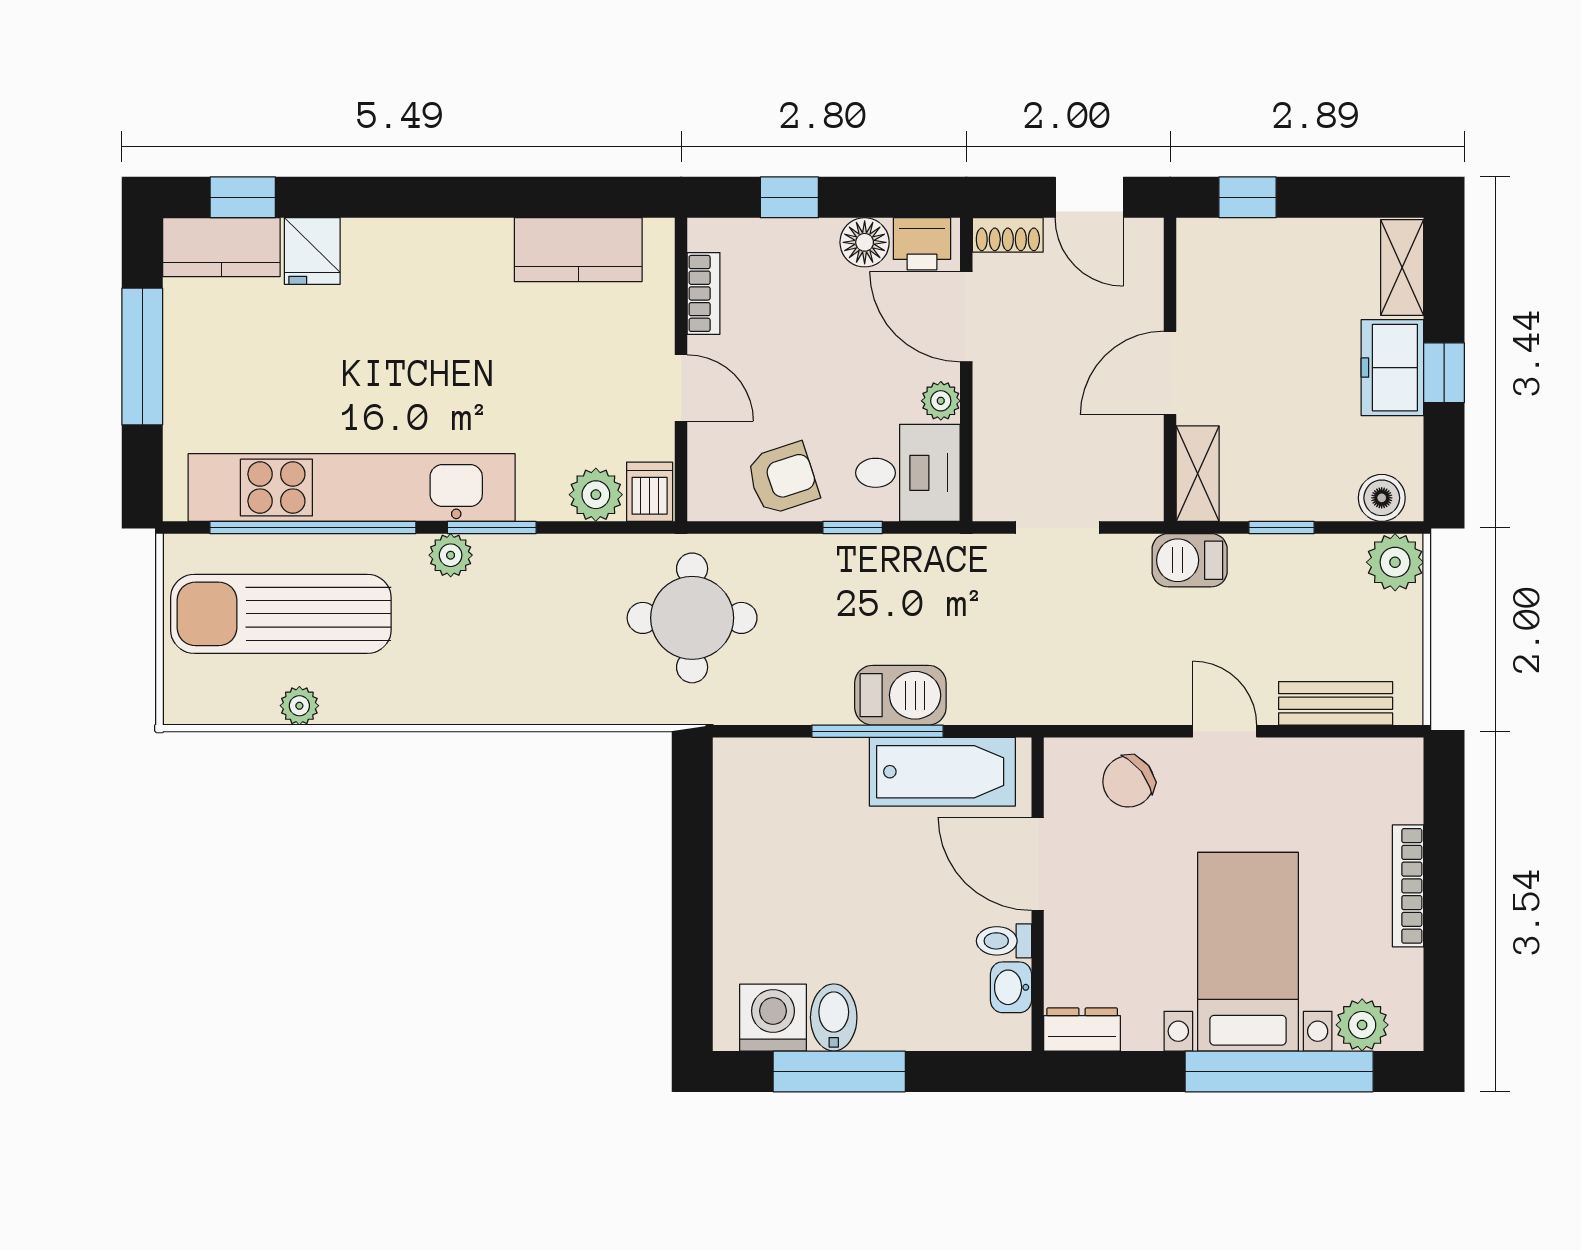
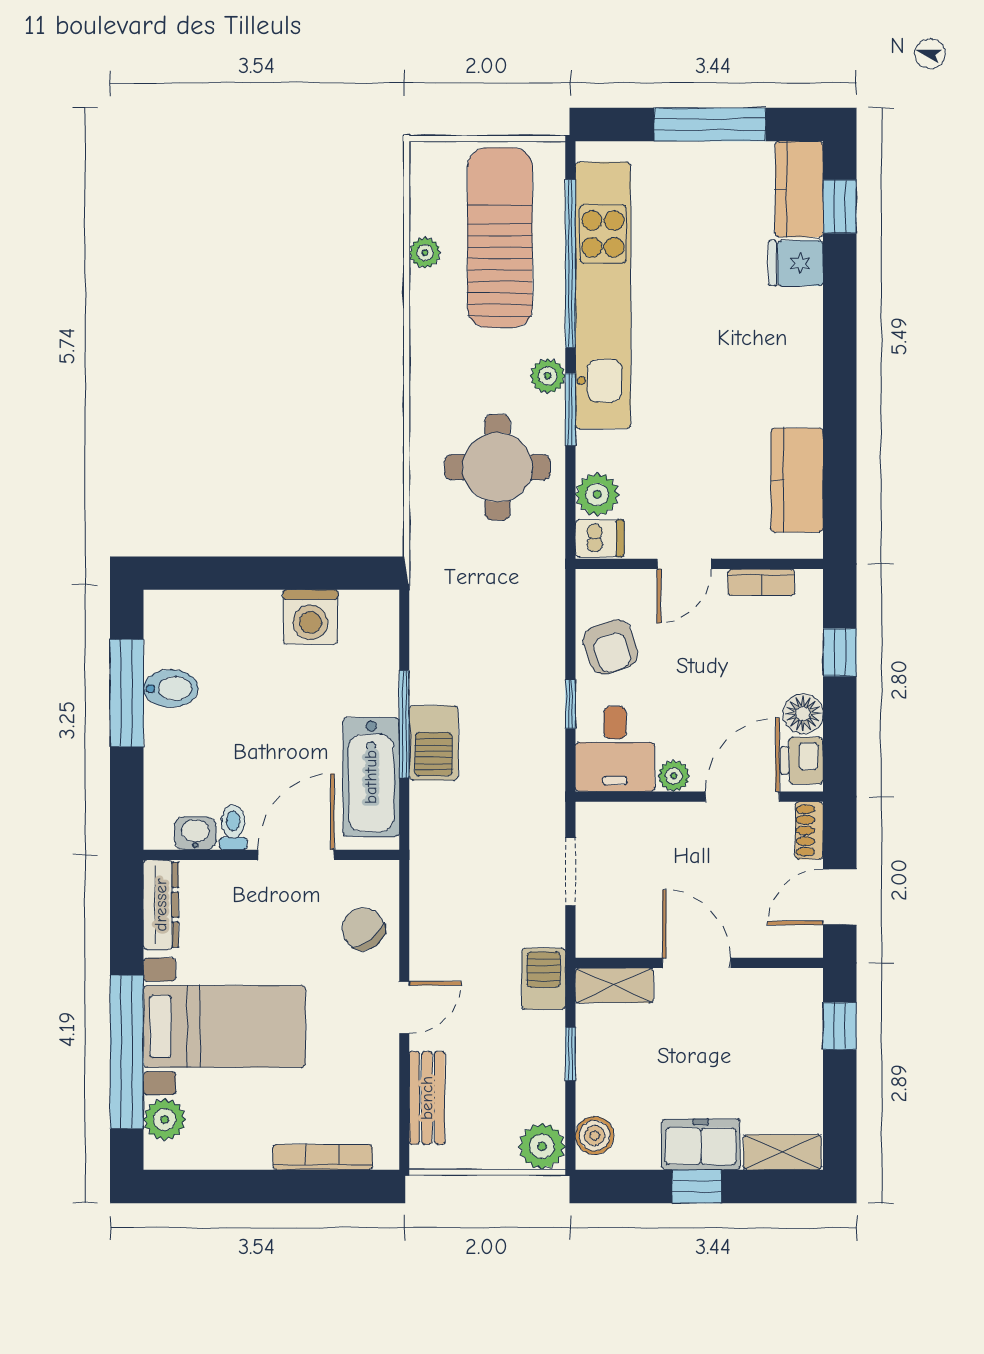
round table: (692, 618) -> (497, 467), moved
bookcase: (1408, 886) -> (323, 1157), moved
washing machine: (773, 1018) -> (310, 617), moved, turned 90
dresser: (1082, 1029) -> (161, 905), width x1.44

